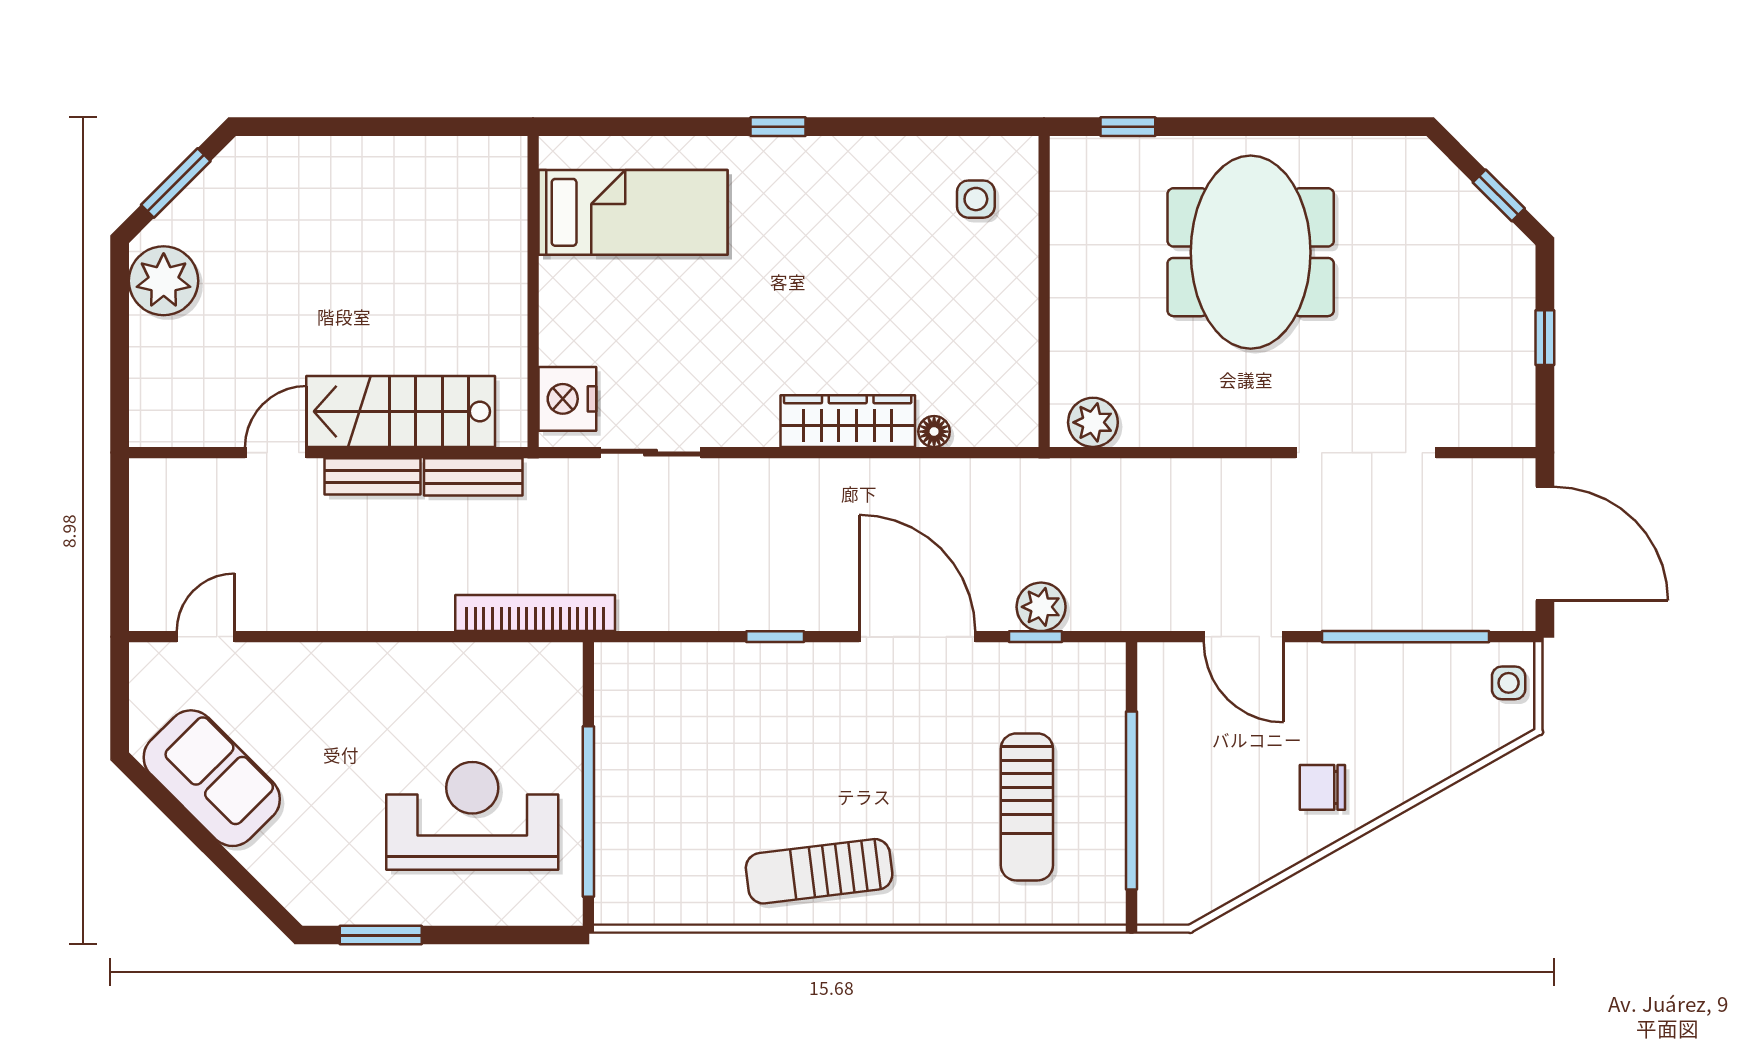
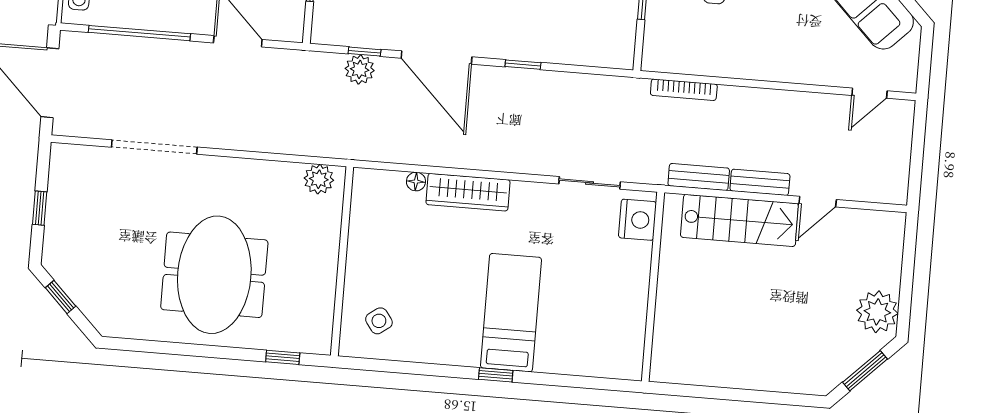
side table: (976, 199) -> (379, 321), turned -36
bed: (633, 212) -> (511, 313), moved, turned 90
bookcase: (535, 613) -> (684, 90), width x0.68, depth x0.76

